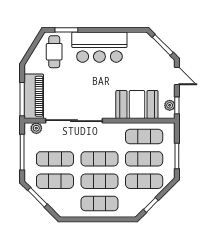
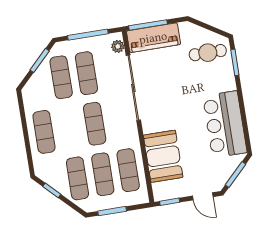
bar counter: (99, 47) -> (225, 124), moved
door: (177, 76) -> (203, 196), hinge flipped
plant: (170, 105) -> (168, 193), removed
exercise mat: (100, 181) -> (69, 128), removed

